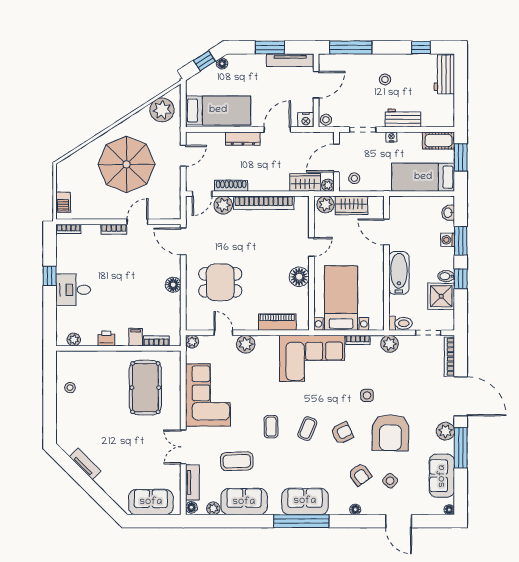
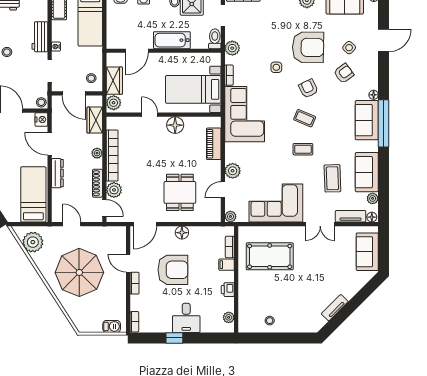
plant: (328, 185) -> (97, 153), moved
armchair: (130, 274) -> (173, 270), added
floor lamp: (355, 509) -> (374, 95), moved

